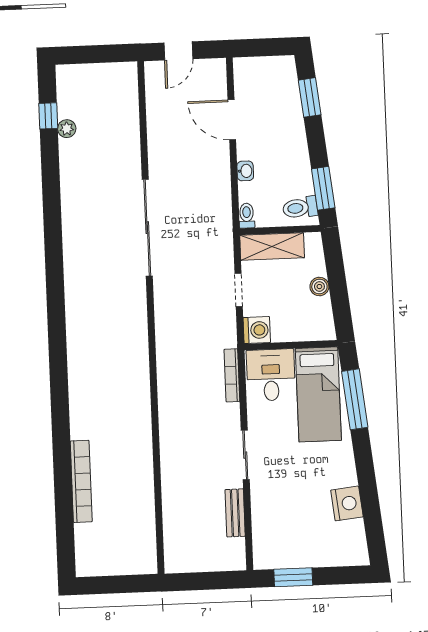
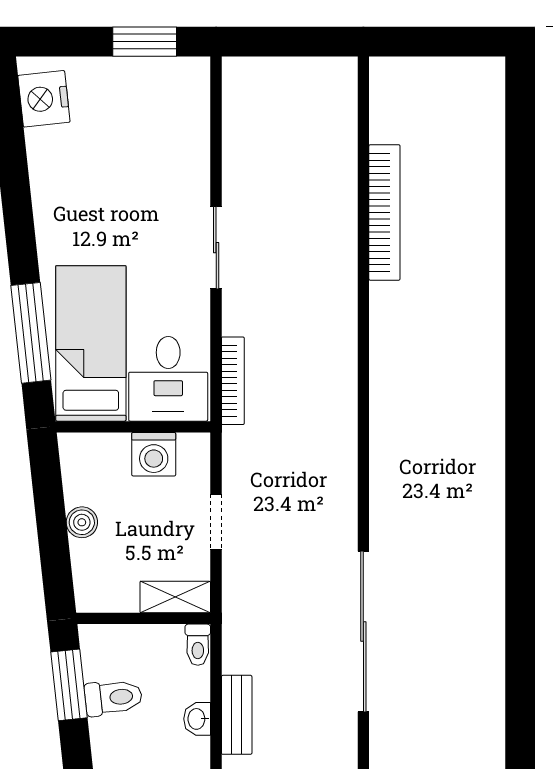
toilet: (300, 208) -> (113, 698), moved
shelving: (272, 246) -> (175, 597), width x0.67, depth x0.75
washing machine: (257, 330) -> (154, 454), moved, turned -90
bookcase: (81, 481) -> (384, 212), moved, turned 180
nightstand: (347, 503) -> (44, 99), moved
bench: (235, 513) -> (237, 715), moved

